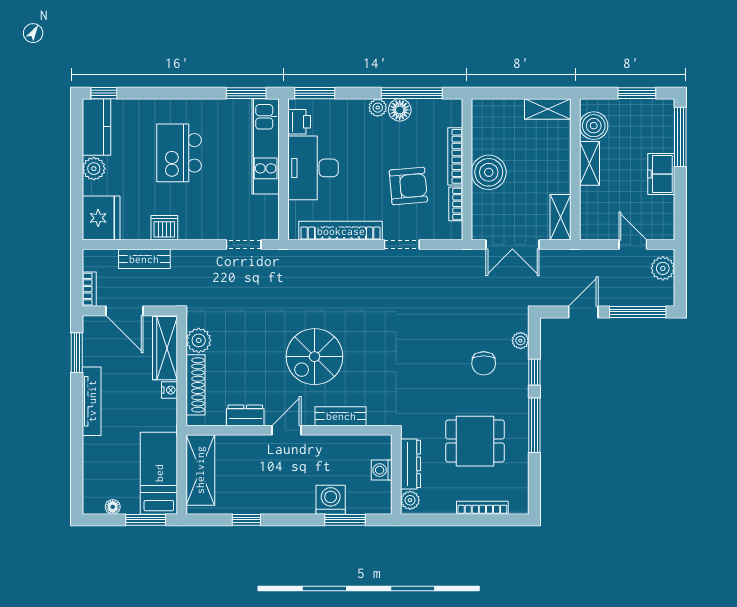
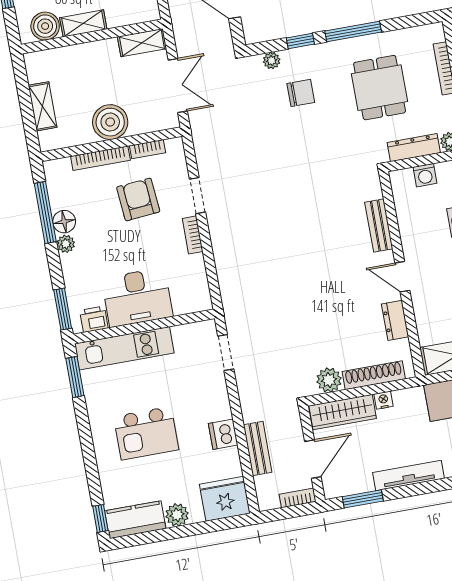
shelving: (548, 109) -> (43, 106), moved
bookcase: (341, 231) -> (193, 235), width x0.43, depth x0.76
spiral stairs: (315, 357) -> (324, 262), removed

